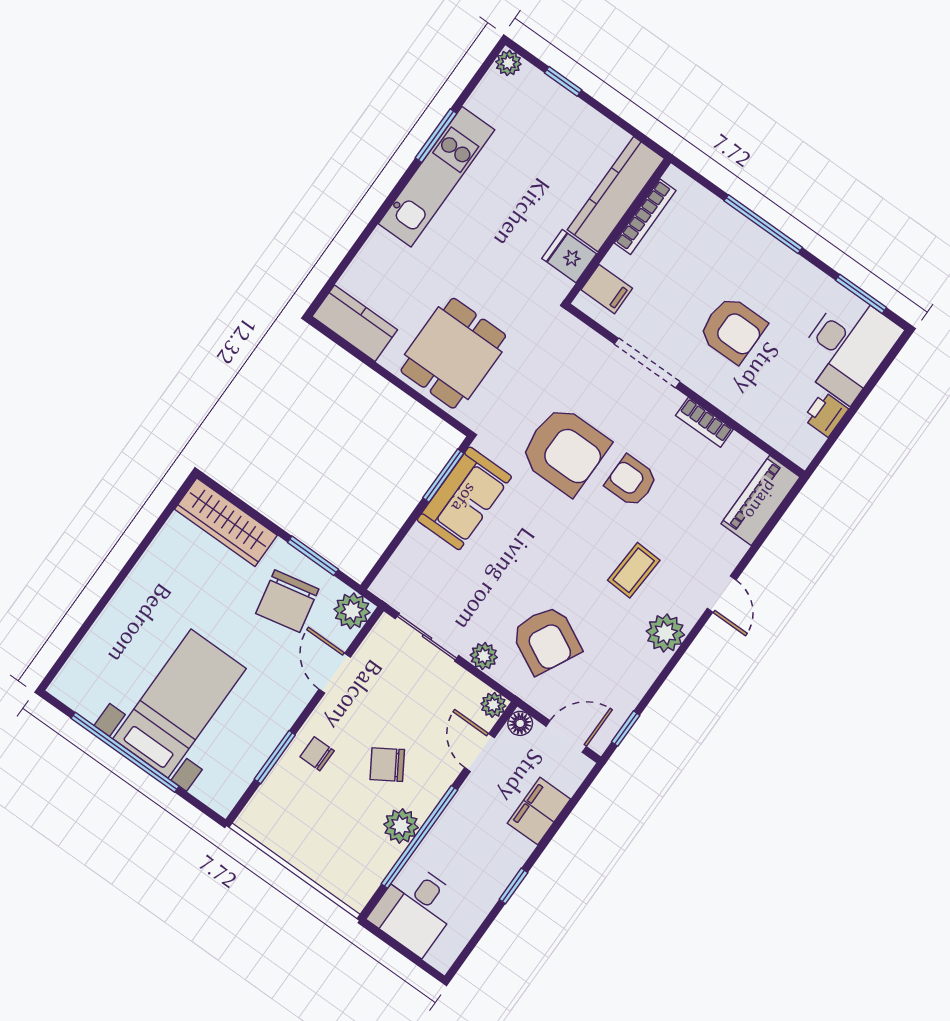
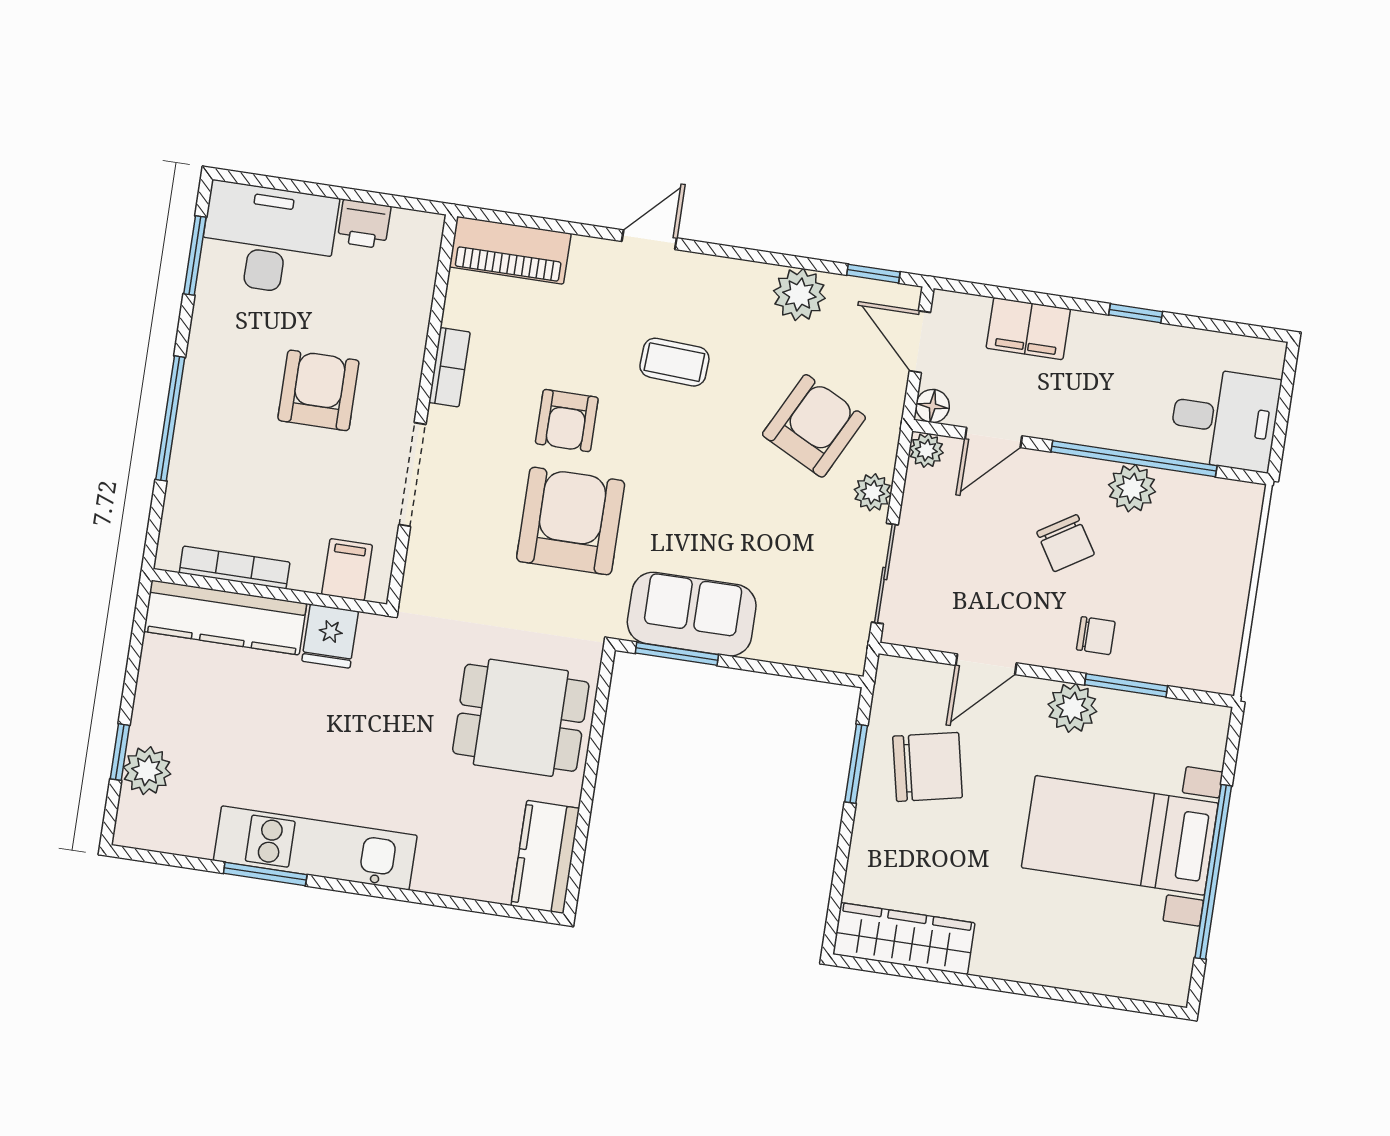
plant: (508, 63) -> (147, 771), moved, width x1.38, depth x1.38
wardrobe: (226, 522) -> (904, 939), moved, turned -90
plant: (352, 611) -> (1072, 708), moved
plant: (665, 633) -> (799, 295), moved
chair: (317, 754) -> (1096, 636), turned -90

